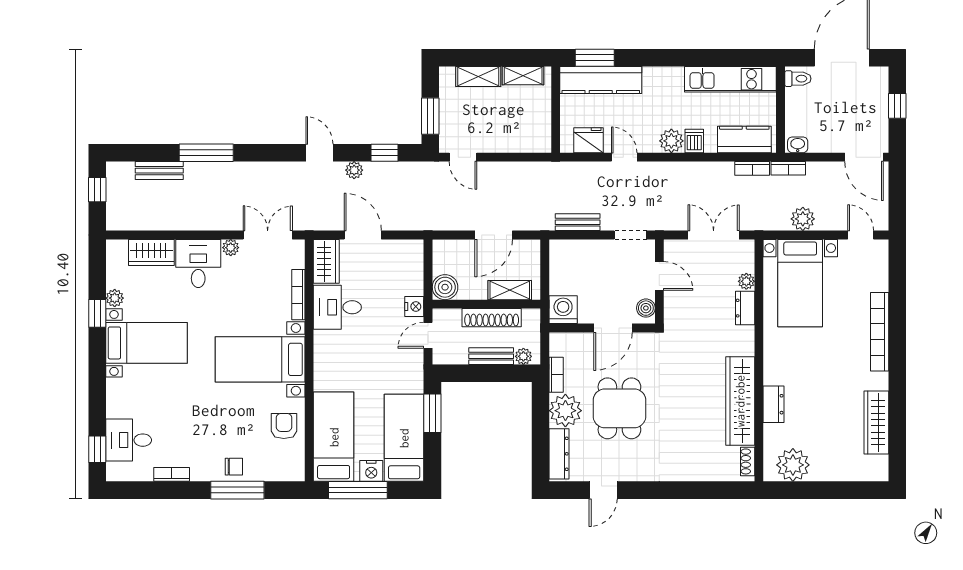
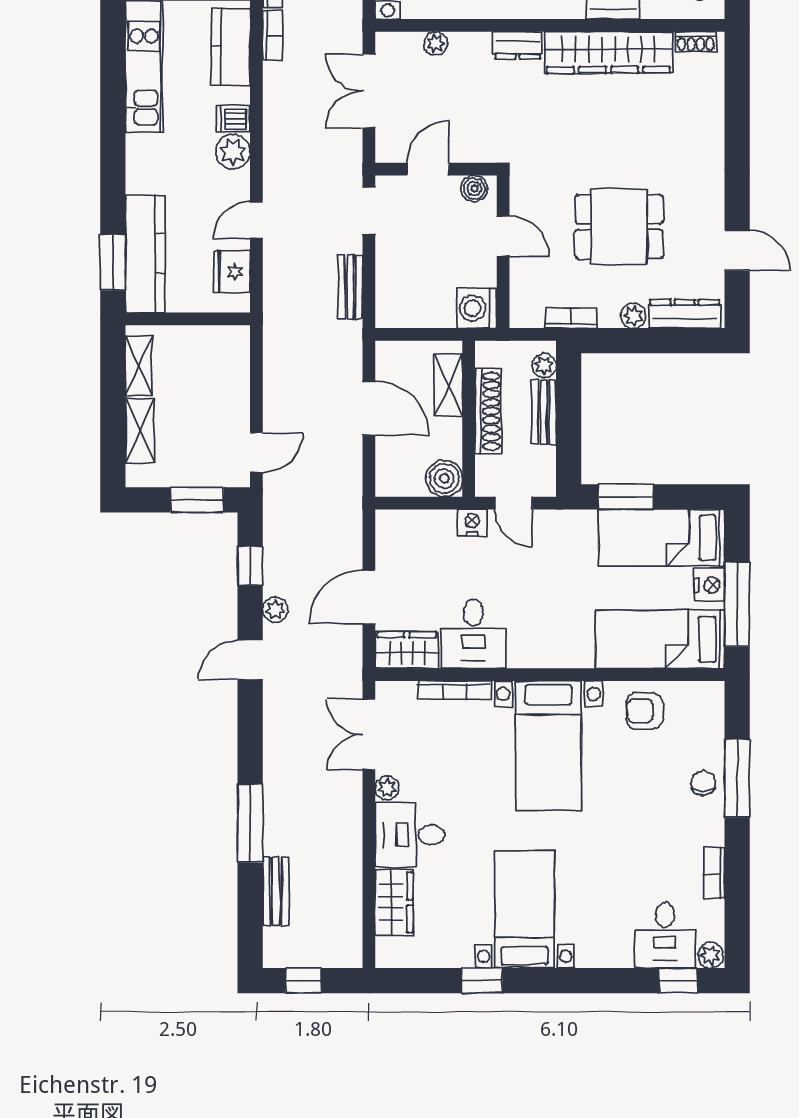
plant: (115, 298) -> (711, 955), moved
dresser: (745, 308) -> (518, 45), moved
door: (613, 328) -> (503, 236), width x0.73
plant: (565, 411) -> (633, 316), width x0.53, depth x0.53

